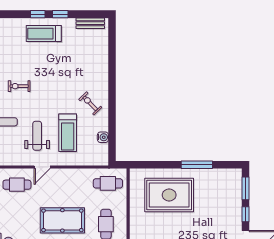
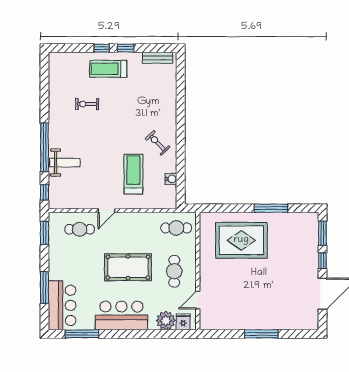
exercise bike: (19, 86) -> (87, 104), moved
treadmill: (68, 133) -> (133, 174), turned 180
weight bench: (37, 136) -> (101, 177), removed

